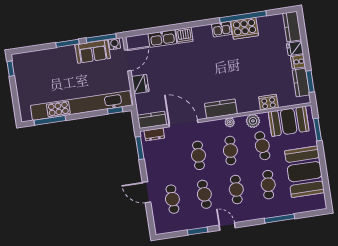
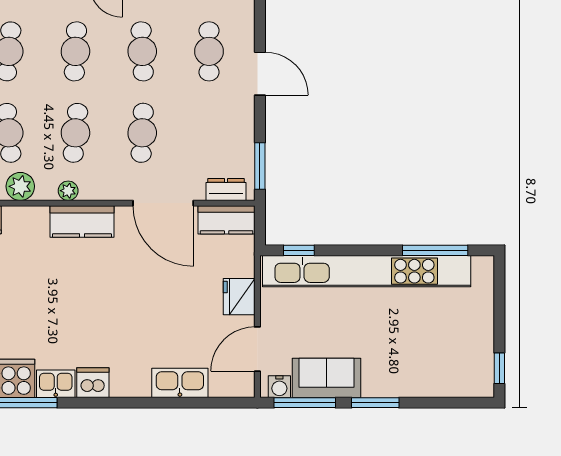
dishwasher: (184, 35) -> (93, 383), moved

